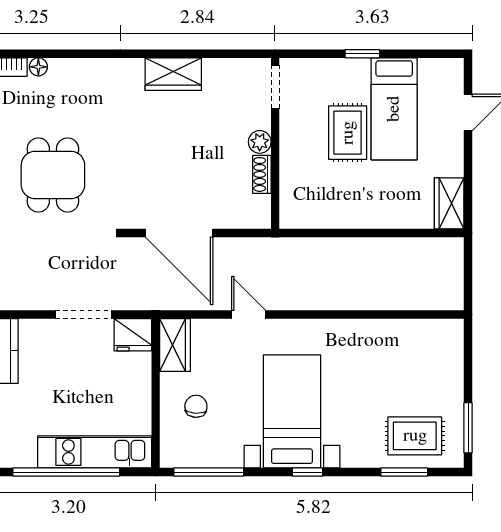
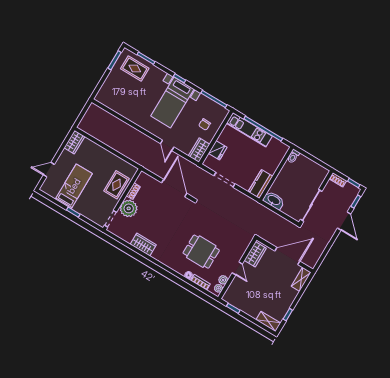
rug: (348, 133) -> (117, 185), moved
plant: (260, 142) -> (129, 208), width x1.88, depth x1.88
dining table: (53, 175) -> (201, 252), moved, turned 90
fridge: (133, 335) -> (218, 150), moved, turned 90

